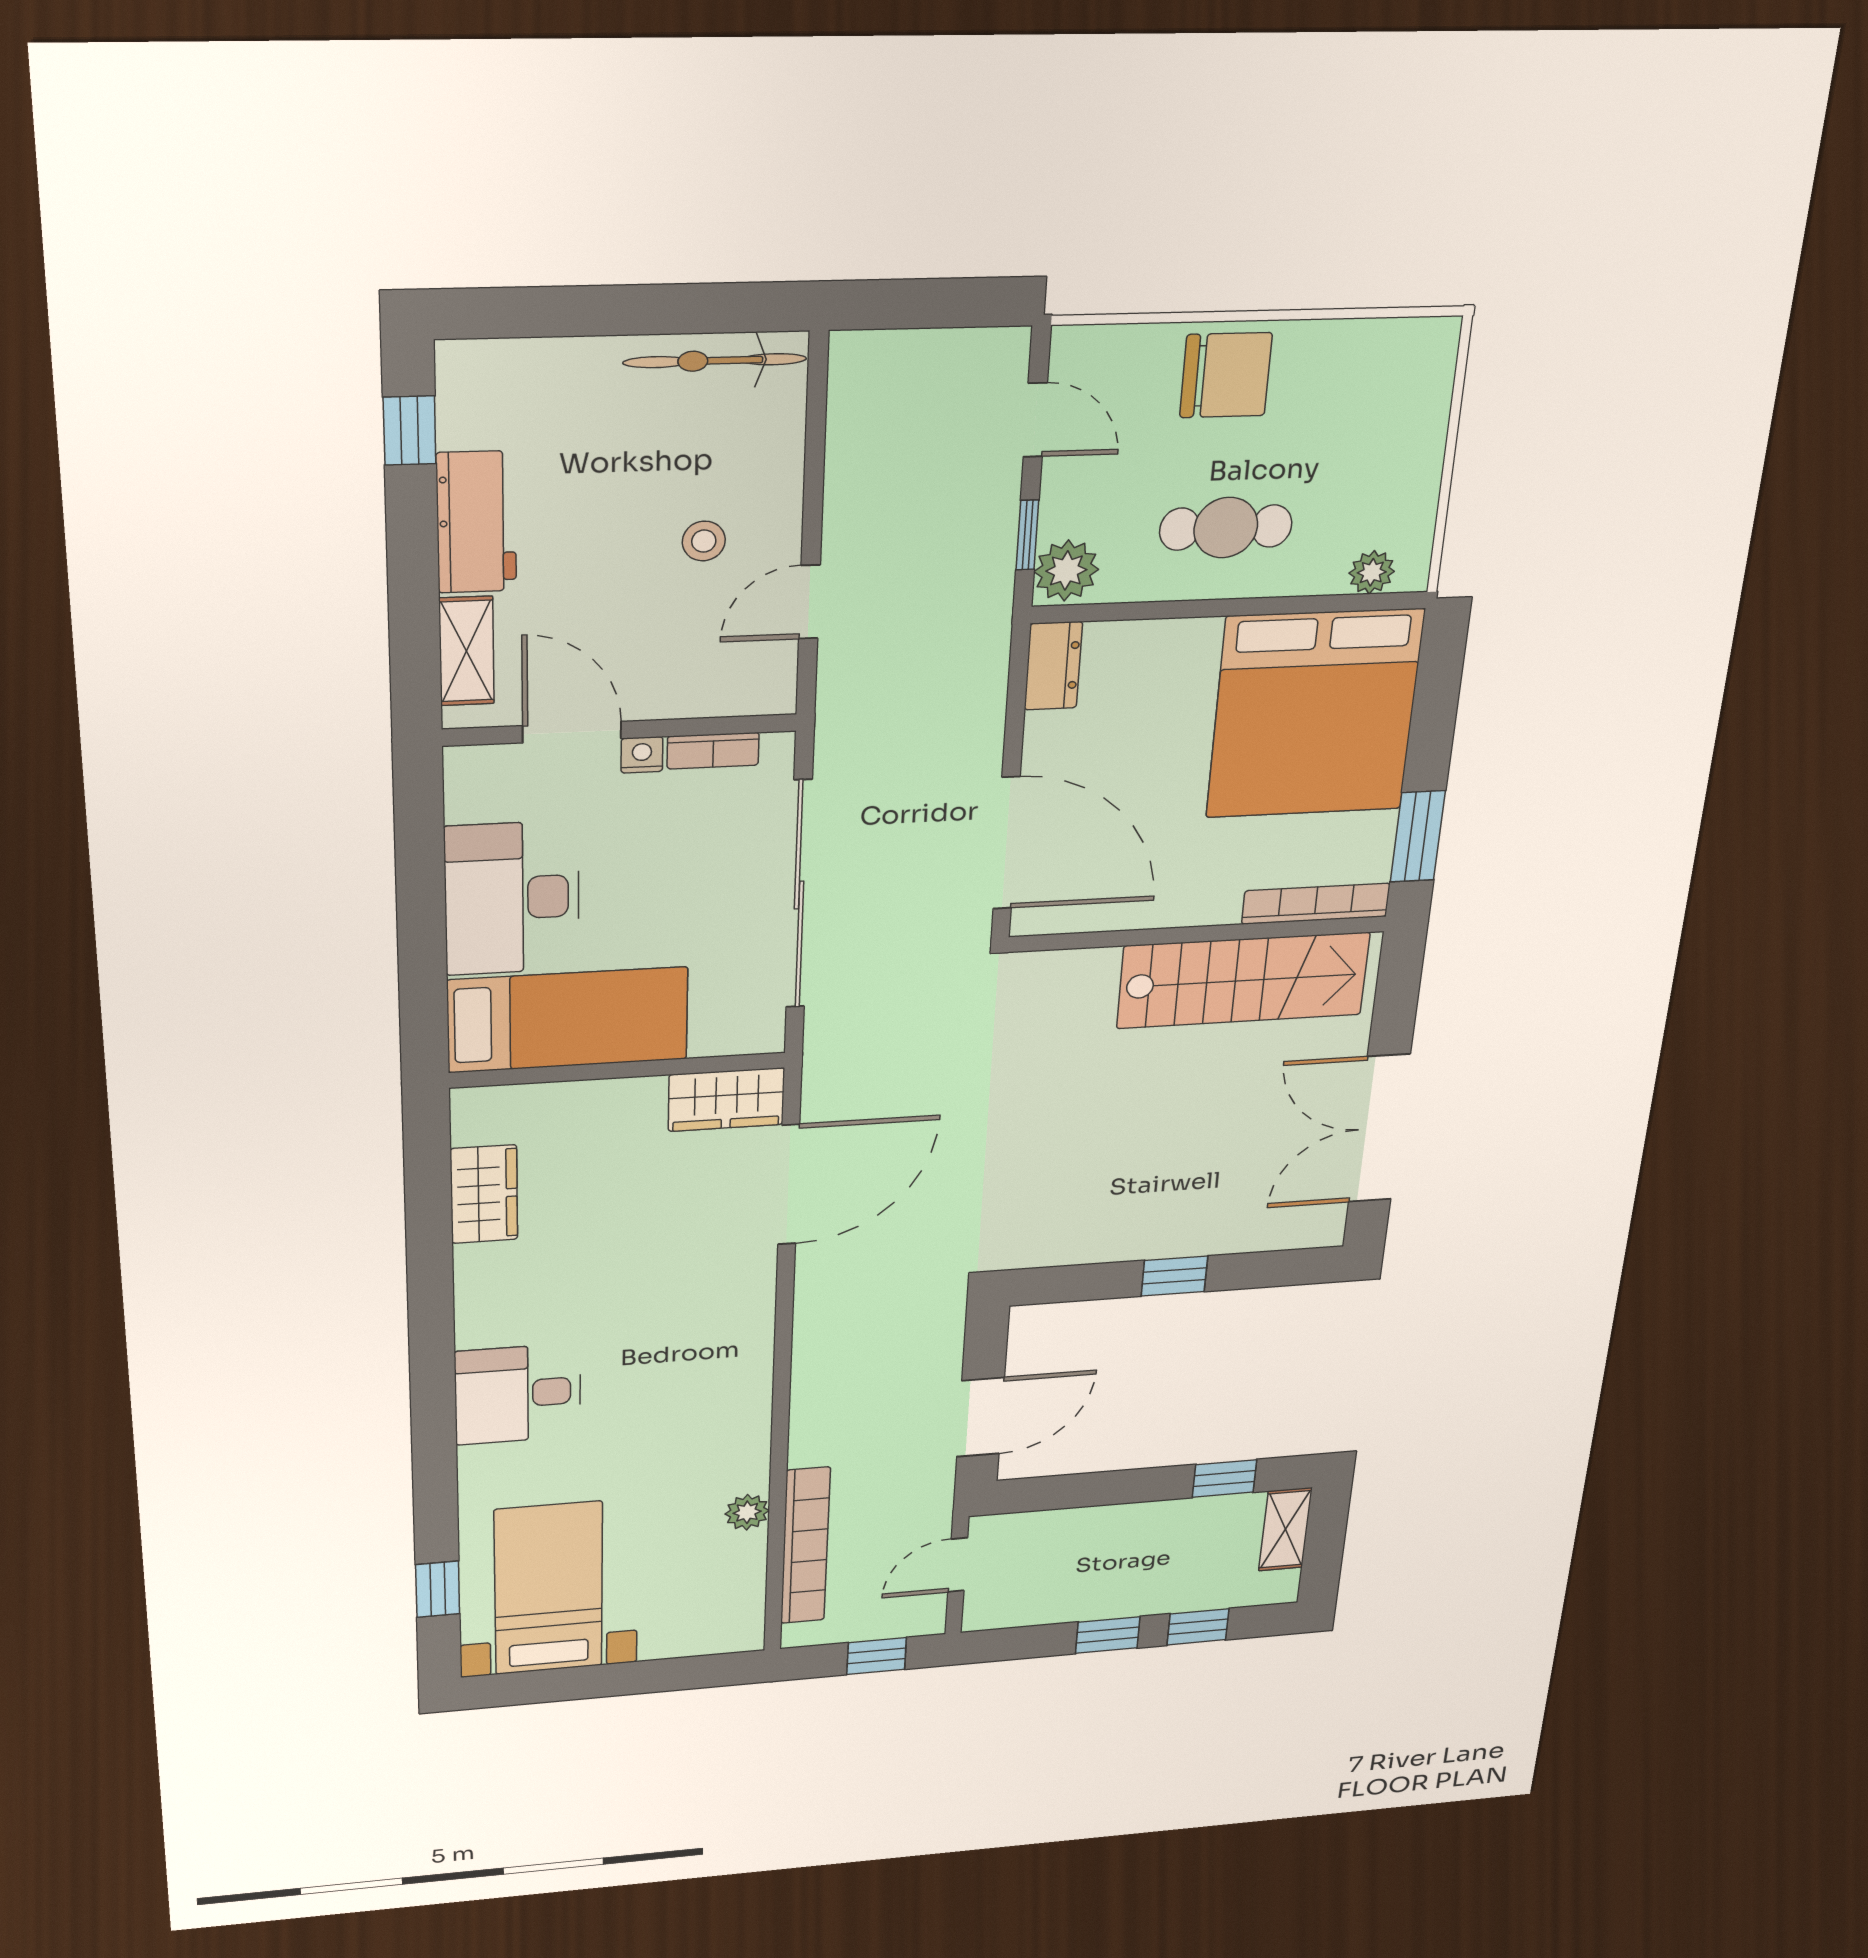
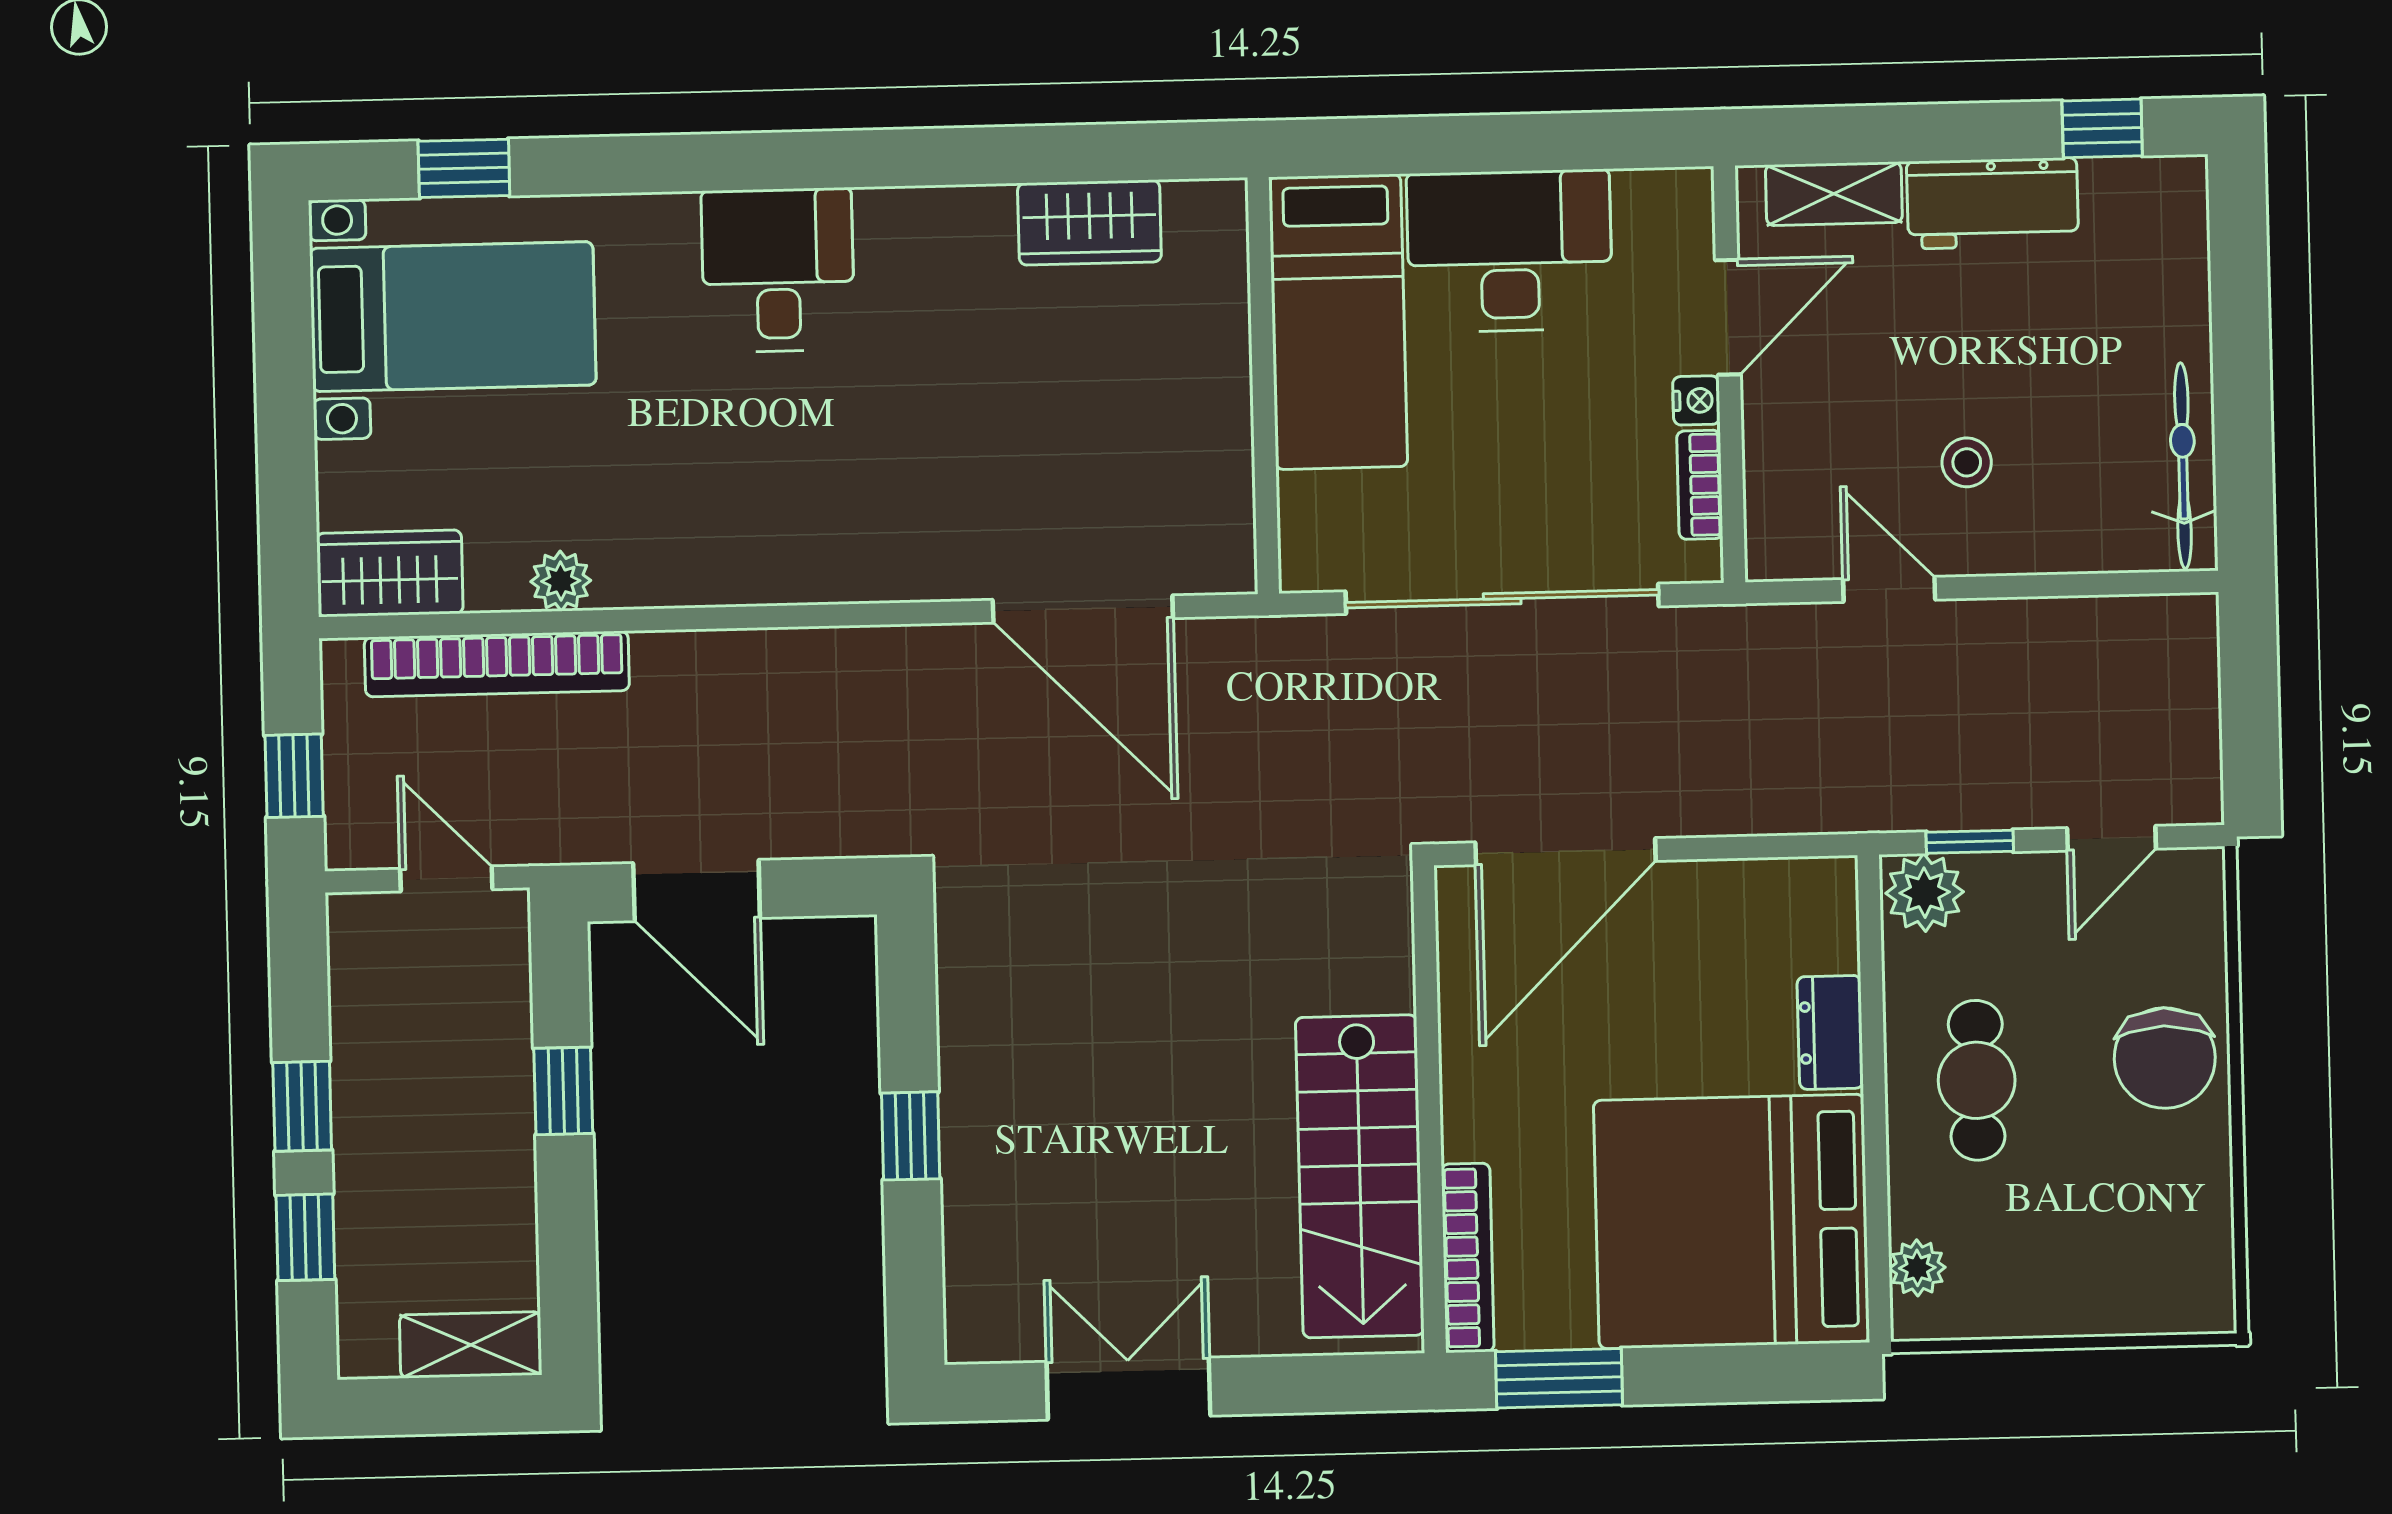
dresser: (1053, 666) -> (1830, 1032), moved, turned 90
wardrobe: (726, 1100) -> (390, 573), moved, turned 90
double door: (1379, 1129) -> (1128, 1389), width x0.73
window: (1225, 1478) -> (563, 1091), moved

